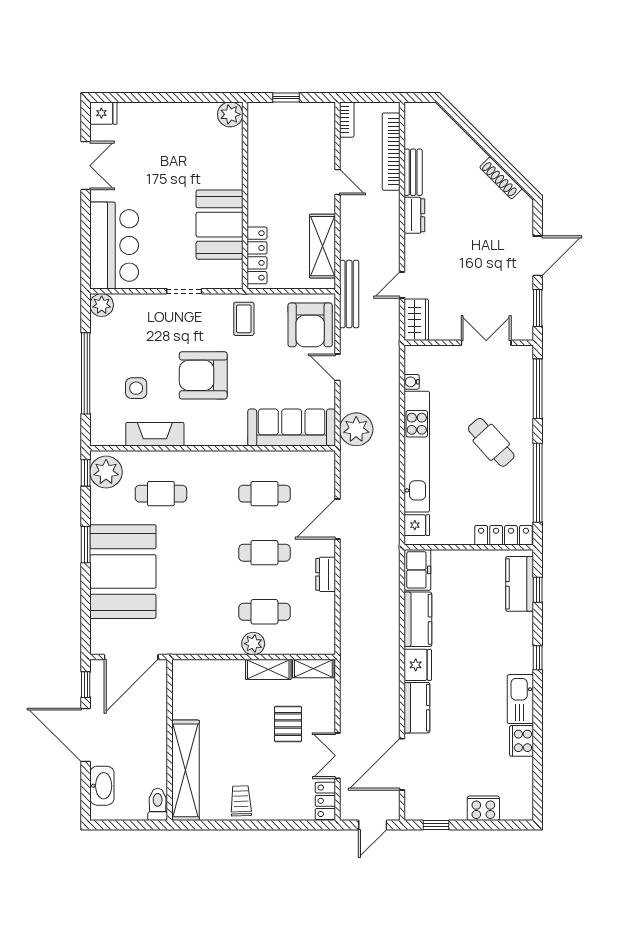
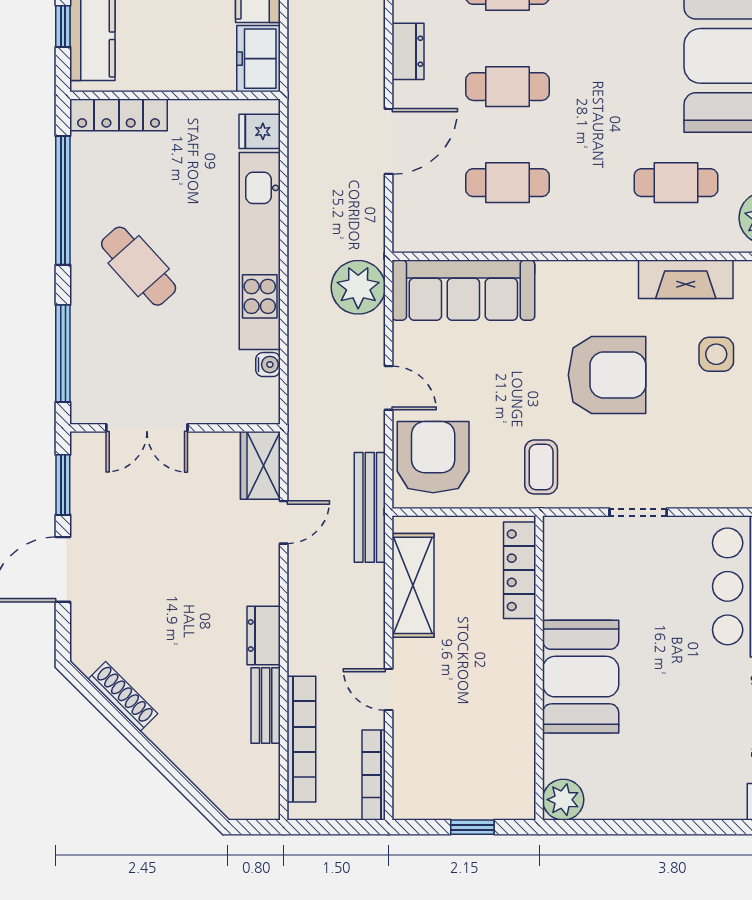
bookcase: (347, 120) -> (374, 775), width x1.56
booth: (220, 225) -> (581, 677), moved

